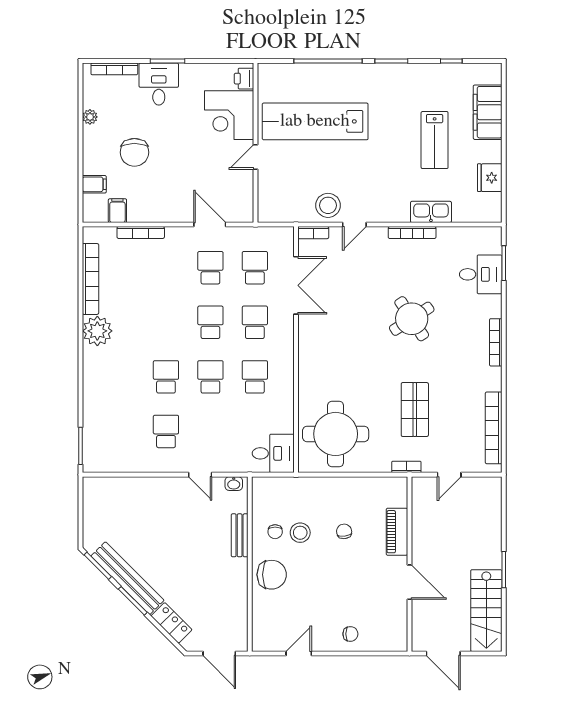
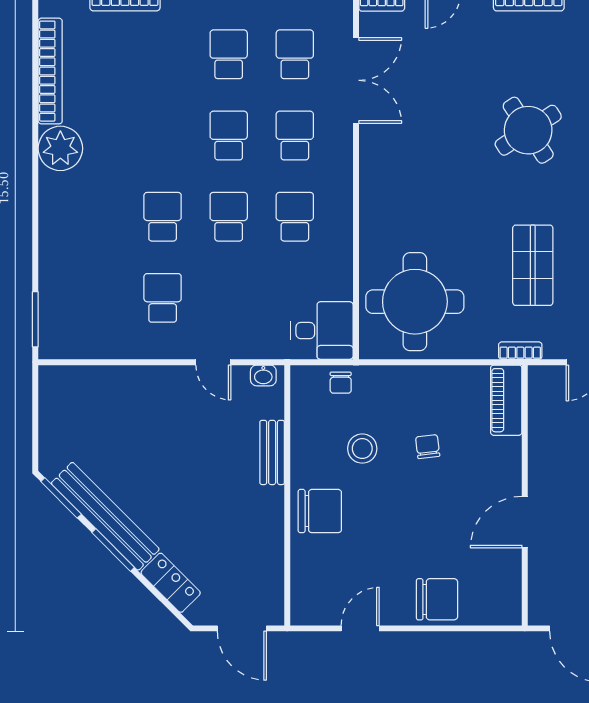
chair: (275, 532) -> (341, 383), moved
piano: (397, 532) -> (506, 400), moved
door: (409, 582) -> (525, 522), swing flipped
chair: (350, 634) -> (437, 599), width x1.87, depth x1.87

